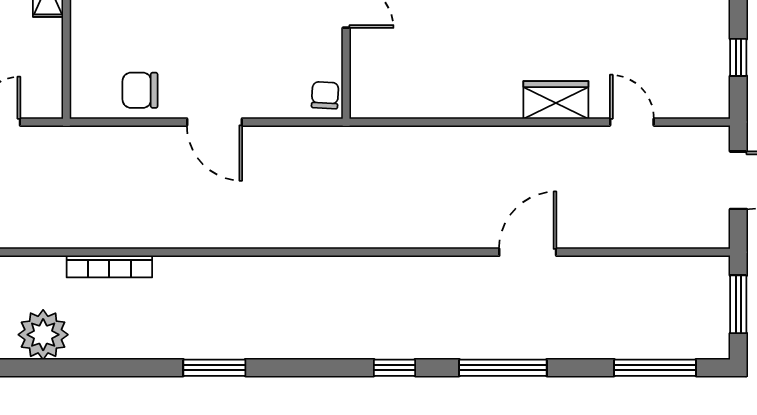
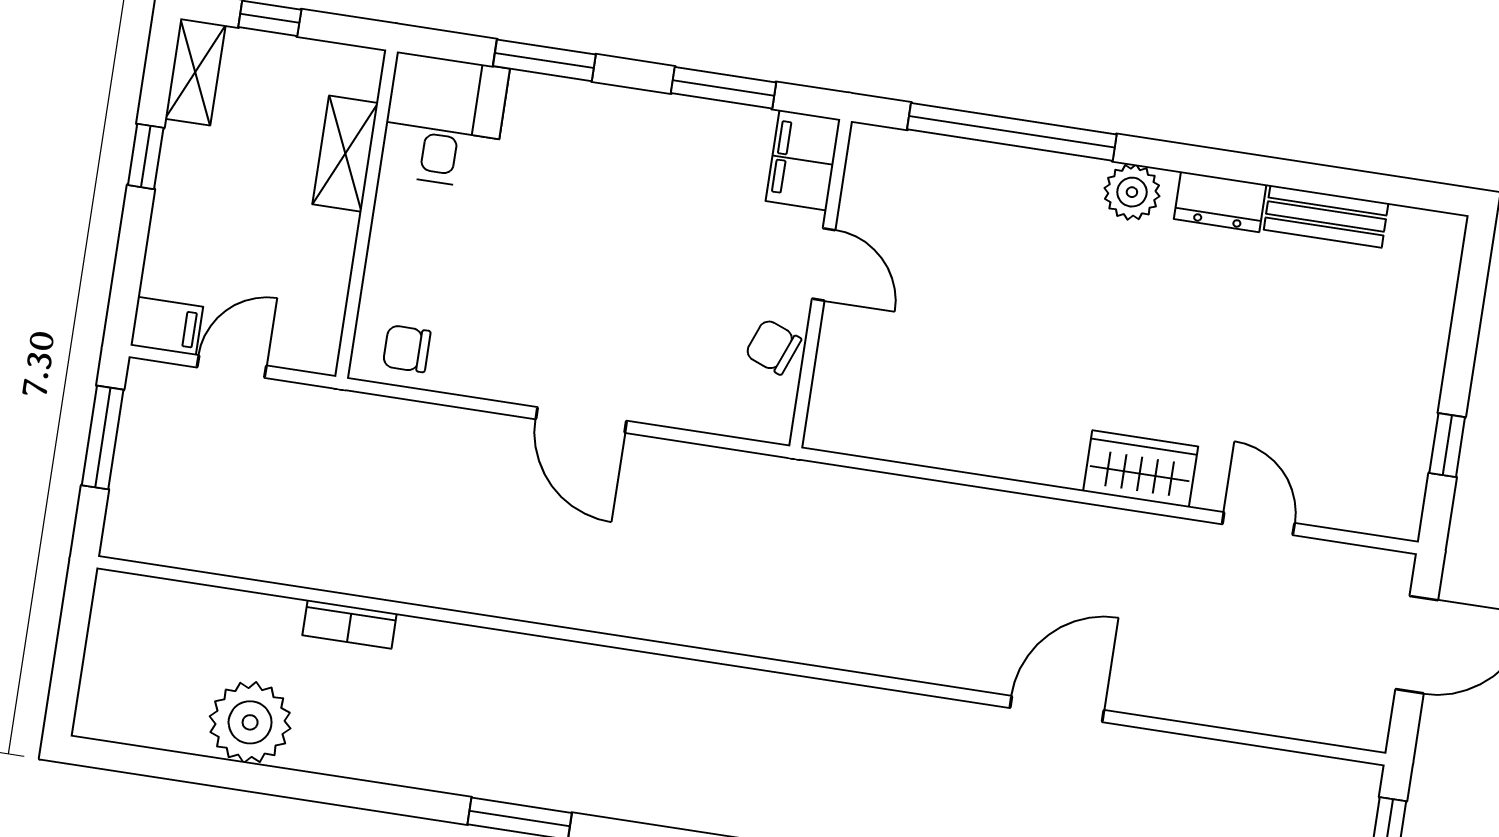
chair: (140, 90) -> (407, 349), moved, width x0.73, depth x0.73
chair: (325, 95) -> (773, 347), moved, turned -72
bookcase: (109, 266) -> (350, 624), width x0.64

